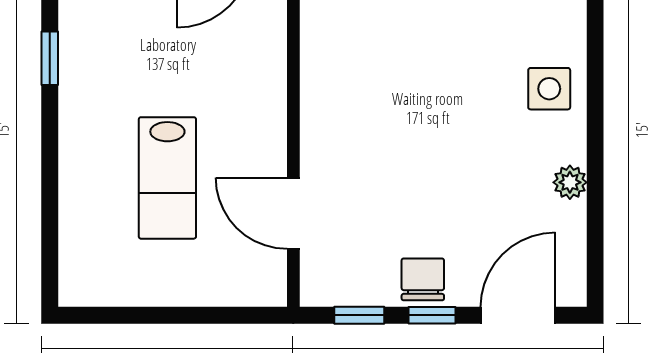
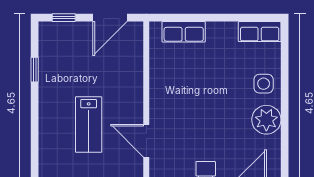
plant: (570, 182) -> (266, 120), width x1.87, depth x1.87

